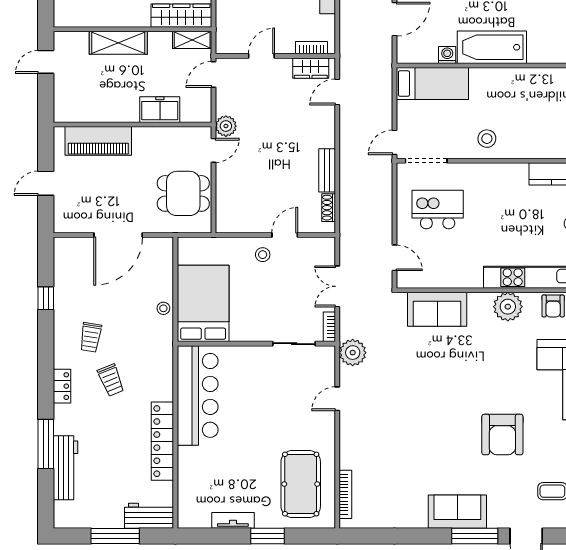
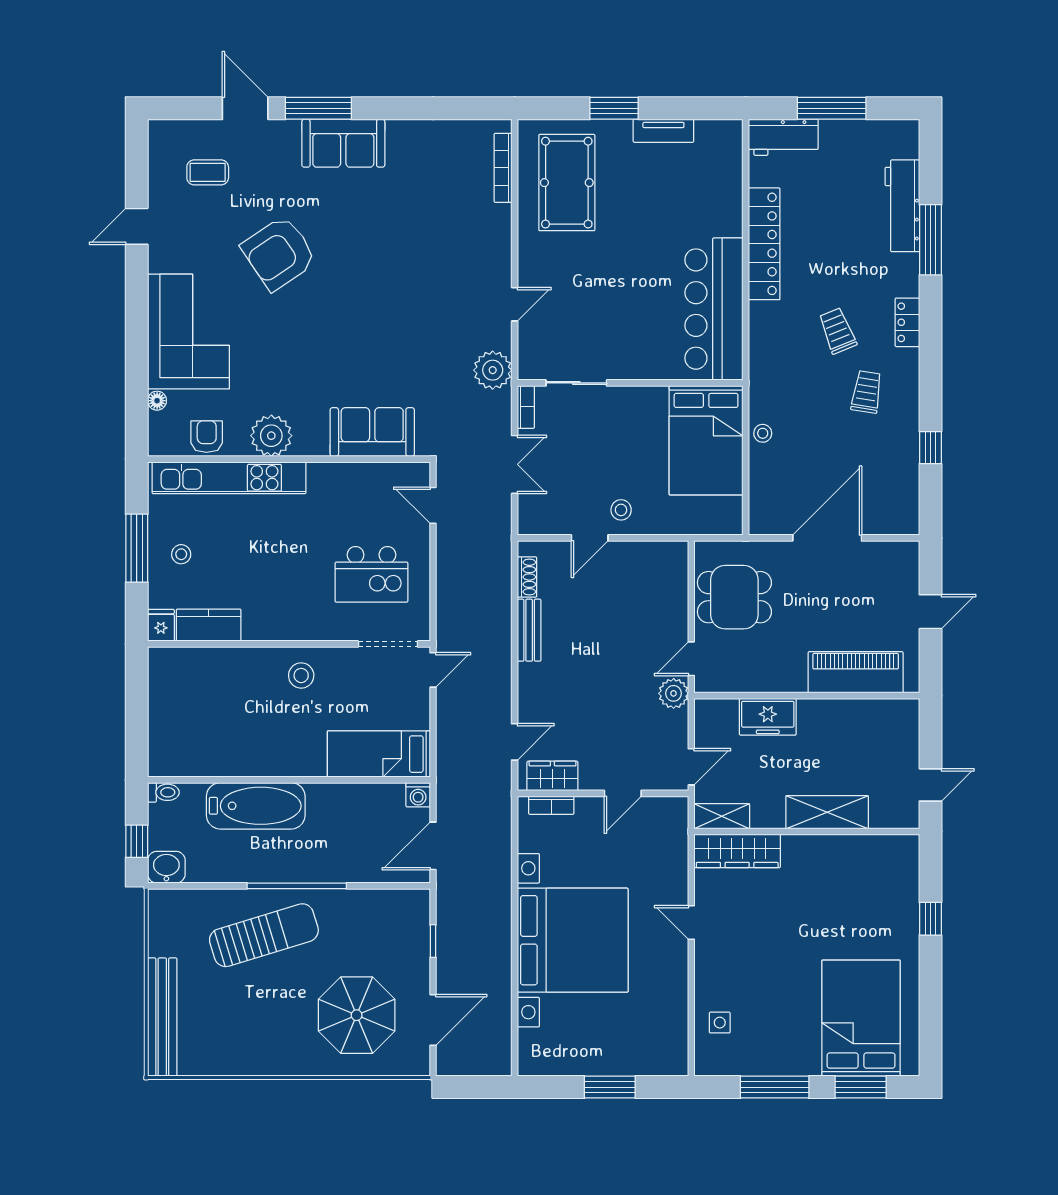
bathtub: (492, 47) -> (256, 806), moved
washing machine: (447, 55) -> (418, 795), moved
armchair: (502, 435) -> (279, 253), turned -124

